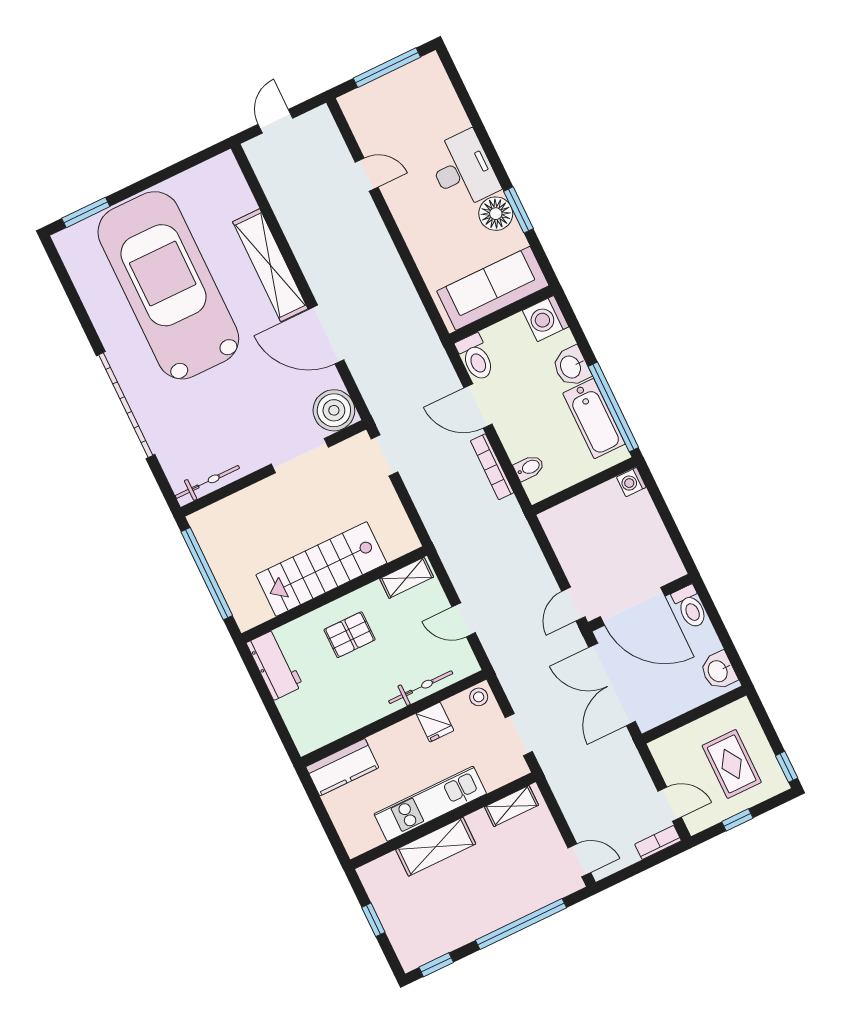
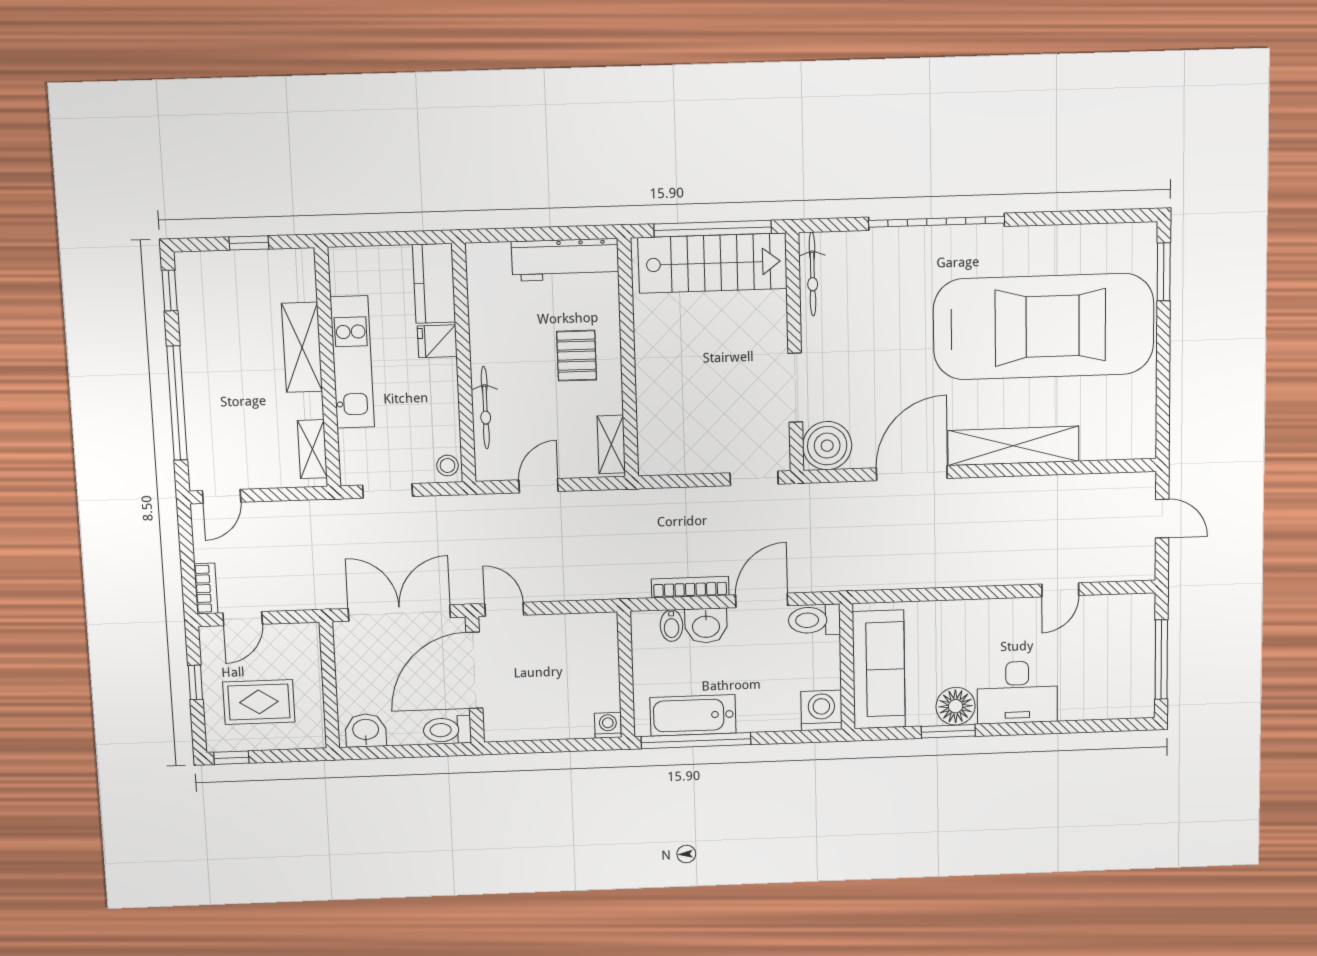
washbasin: (571, 367) -> (706, 626), moved, turned 180
stairs: (321, 569) -> (713, 263), moved, turned 90
workbench: (275, 665) -> (565, 260), width x1.38
fridge: (435, 722) -> (437, 341), moved

